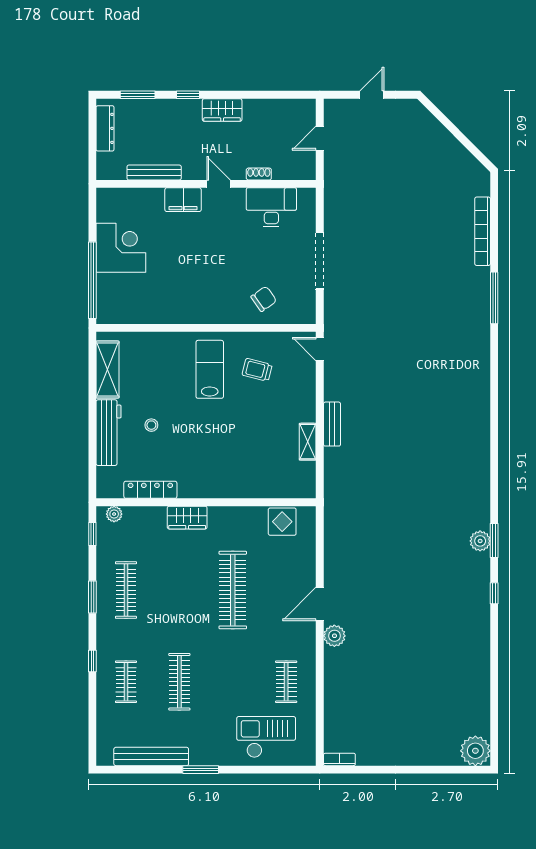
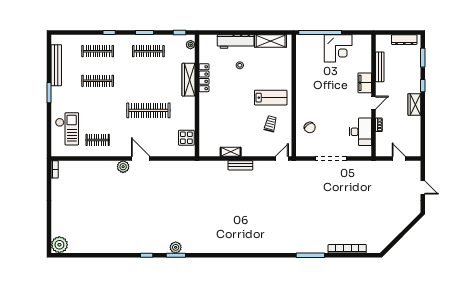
locker: (150, 490) -> (204, 78), moved
wardrobe: (187, 518) -> (189, 80), width x1.50
clothes rail: (126, 682) -> (98, 51), width x1.36

